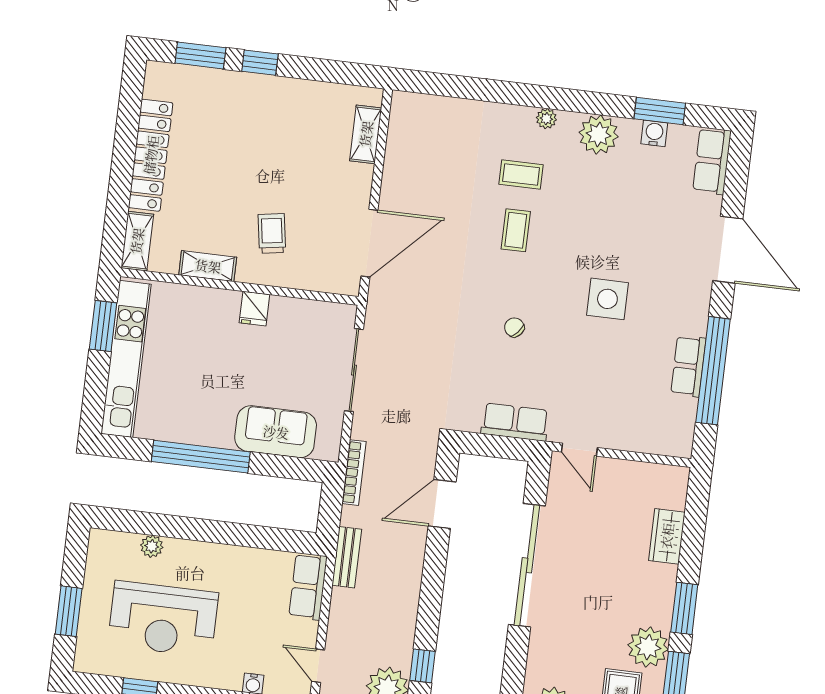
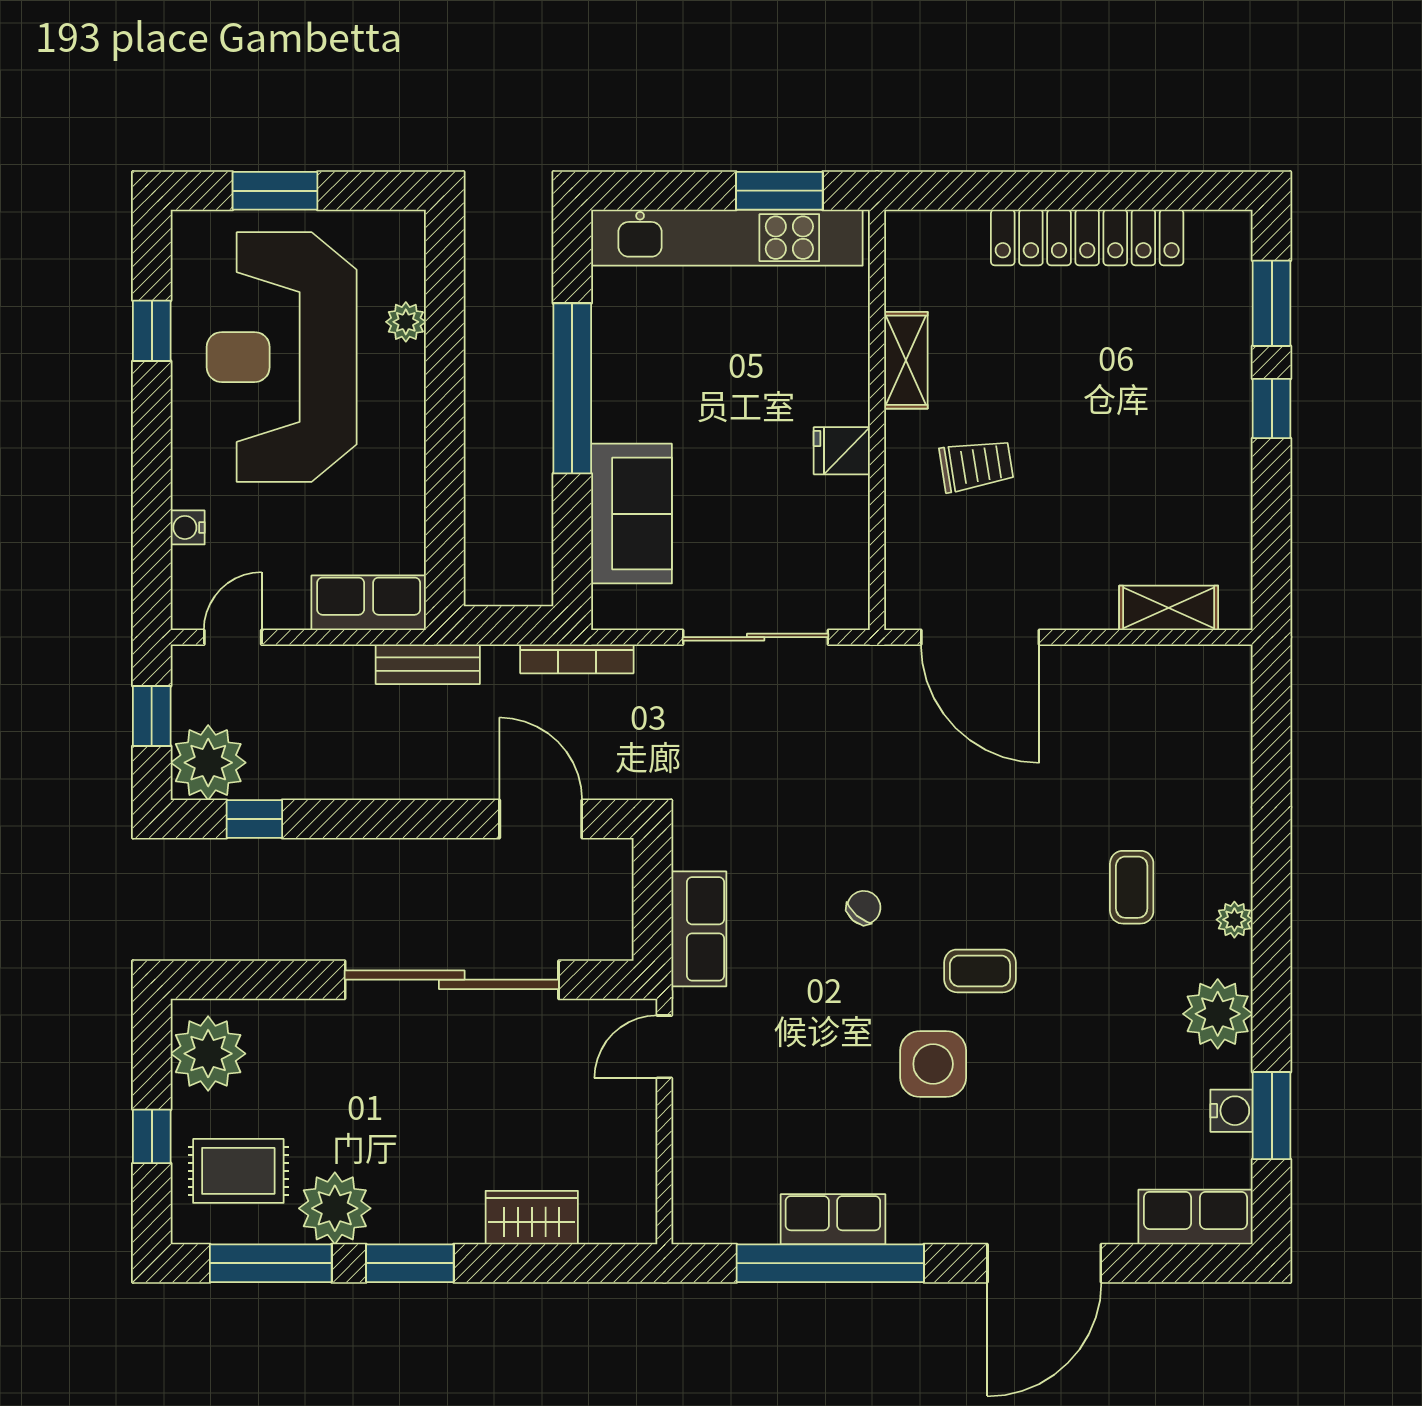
coffee table: (516, 230) -> (980, 971), moved
shelving: (137, 241) -> (935, 232), removed
reception desk: (163, 619) -> (282, 357), width x1.36, depth x1.30

